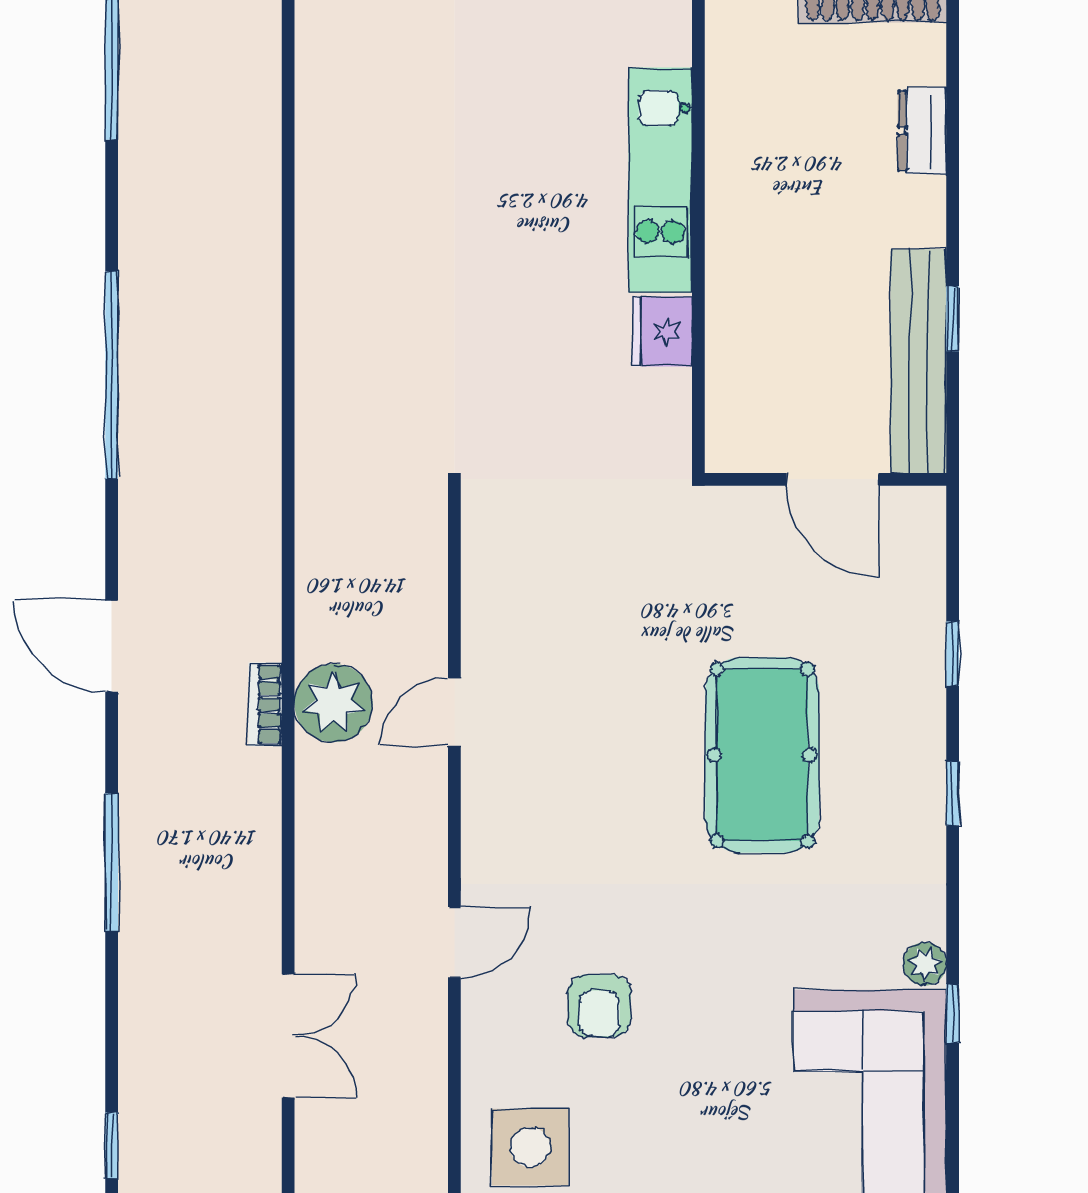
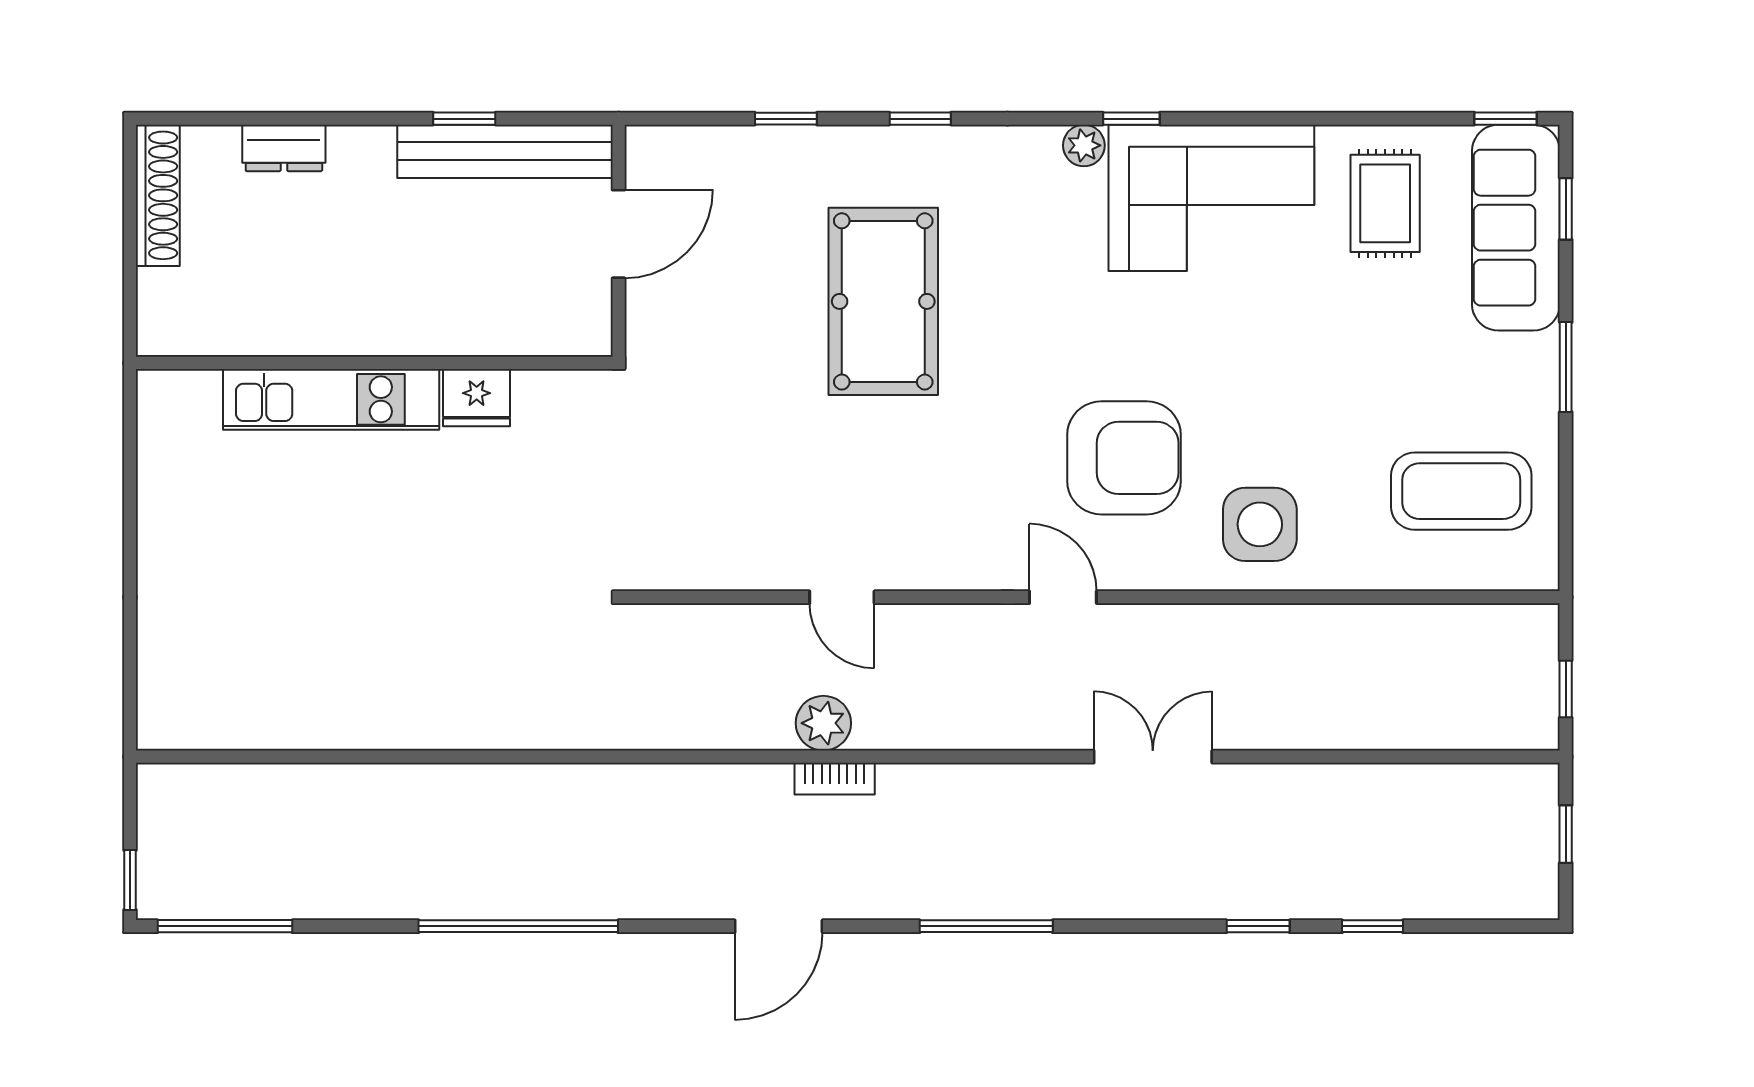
plant: (334, 703) -> (823, 723), width x0.73, depth x0.73
pool table: (762, 755) -> (883, 301), turned 90
armchair: (599, 1006) -> (1124, 458), width x1.88, depth x1.88

